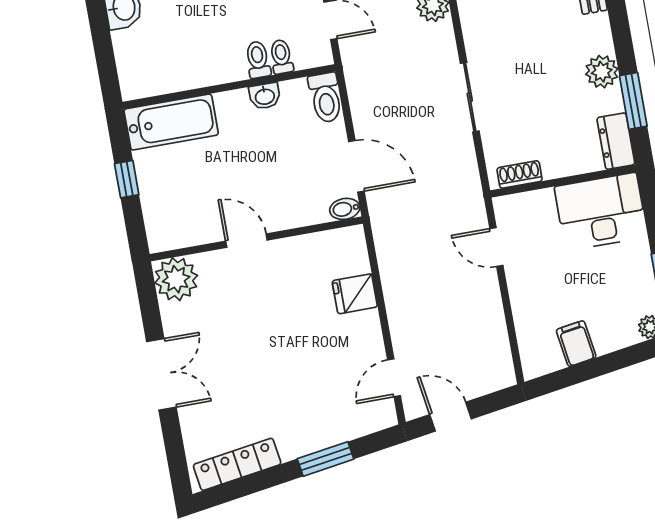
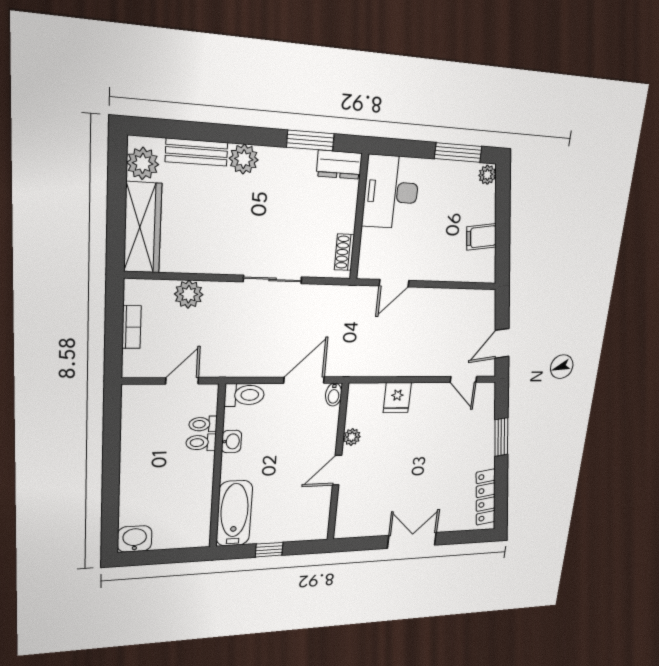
plant: (602, 72) -> (244, 159), moved
plant: (176, 279) -> (352, 437), moved, width x0.53, depth x0.53

